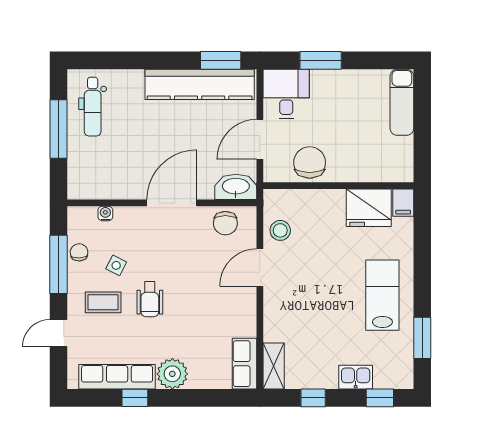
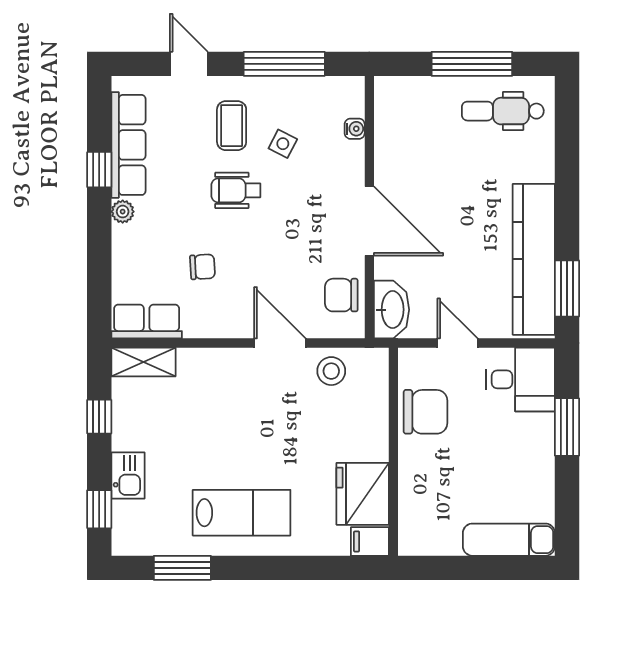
door: (260, 139) -> (457, 343), width x0.73
chair: (79, 252) -> (203, 267), moved
plant: (172, 374) -> (123, 212), width x0.53, depth x0.53

